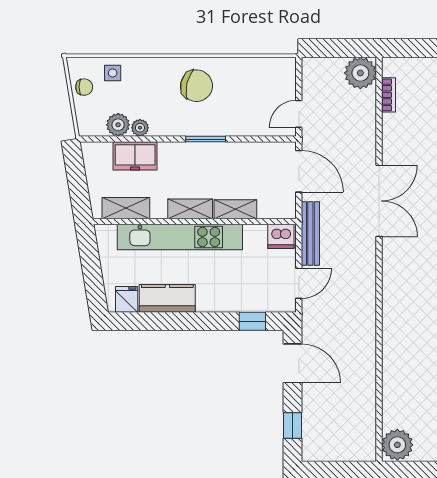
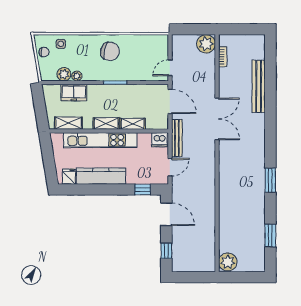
kitchen counter: (167, 298) -> (101, 176), width x1.50

